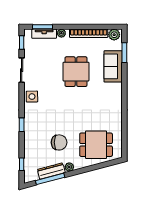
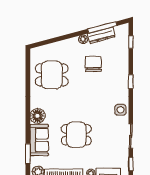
dining table: (76, 72) -> (76, 135), turned 90
floor lamp: (115, 90) -> (38, 116), added
chair: (59, 142) -> (93, 64), turned 90
dining table: (96, 145) -> (52, 75), moved

